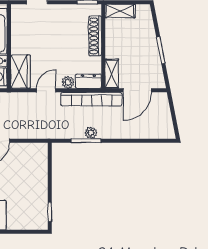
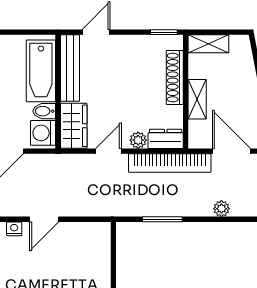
bench: (18, 29) -> (70, 68), added
shelving: (112, 74) -> (197, 99), moved
door: (137, 90) -> (232, 151), swing flipped
plant: (91, 133) -> (221, 209), moved

